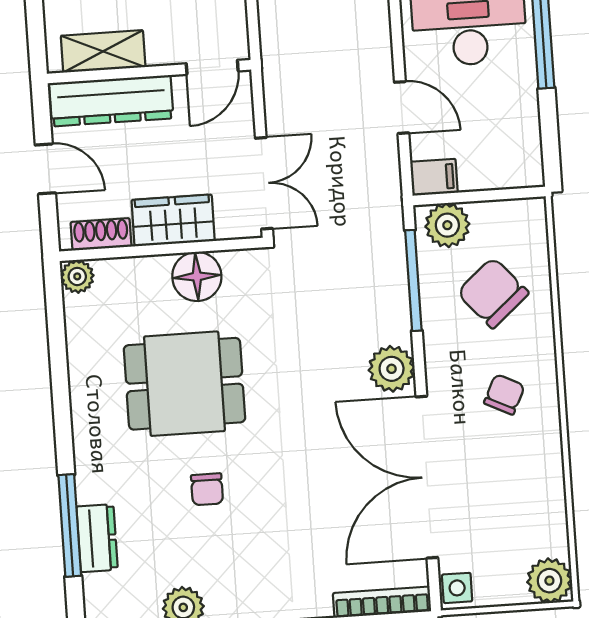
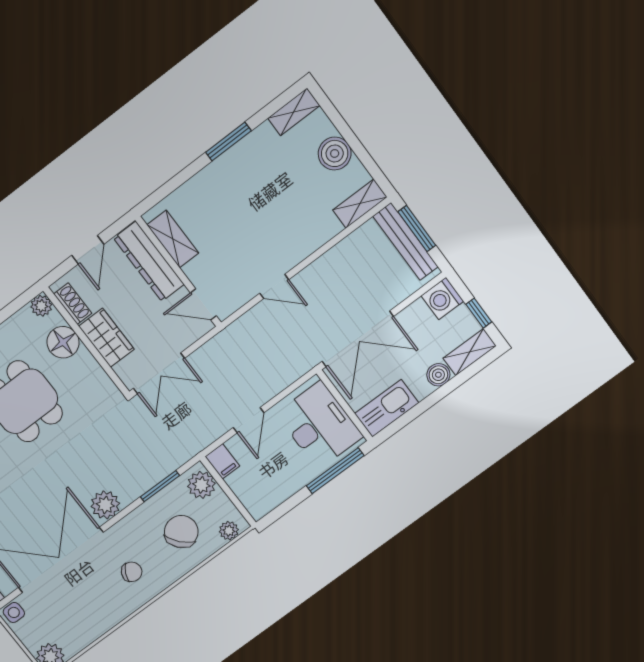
plant: (533, 229) -> (229, 531), added
floor lamp: (197, 276) -> (63, 342), moved
window: (413, 280) -> (160, 486), width x0.69

